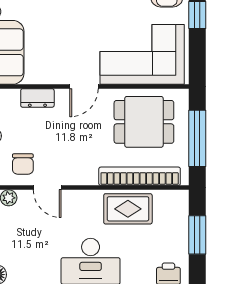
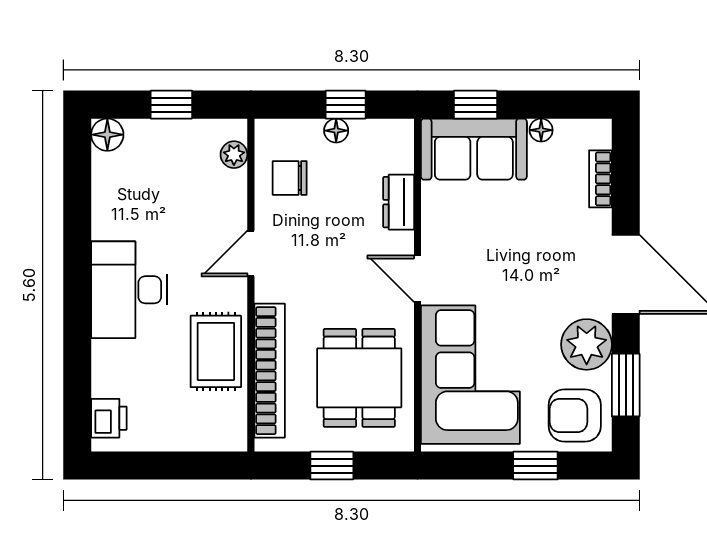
window: (197, 138) -> (332, 466), width x0.46
door: (47, 188) -> (251, 254), moved
window: (197, 235) -> (173, 466), removed

